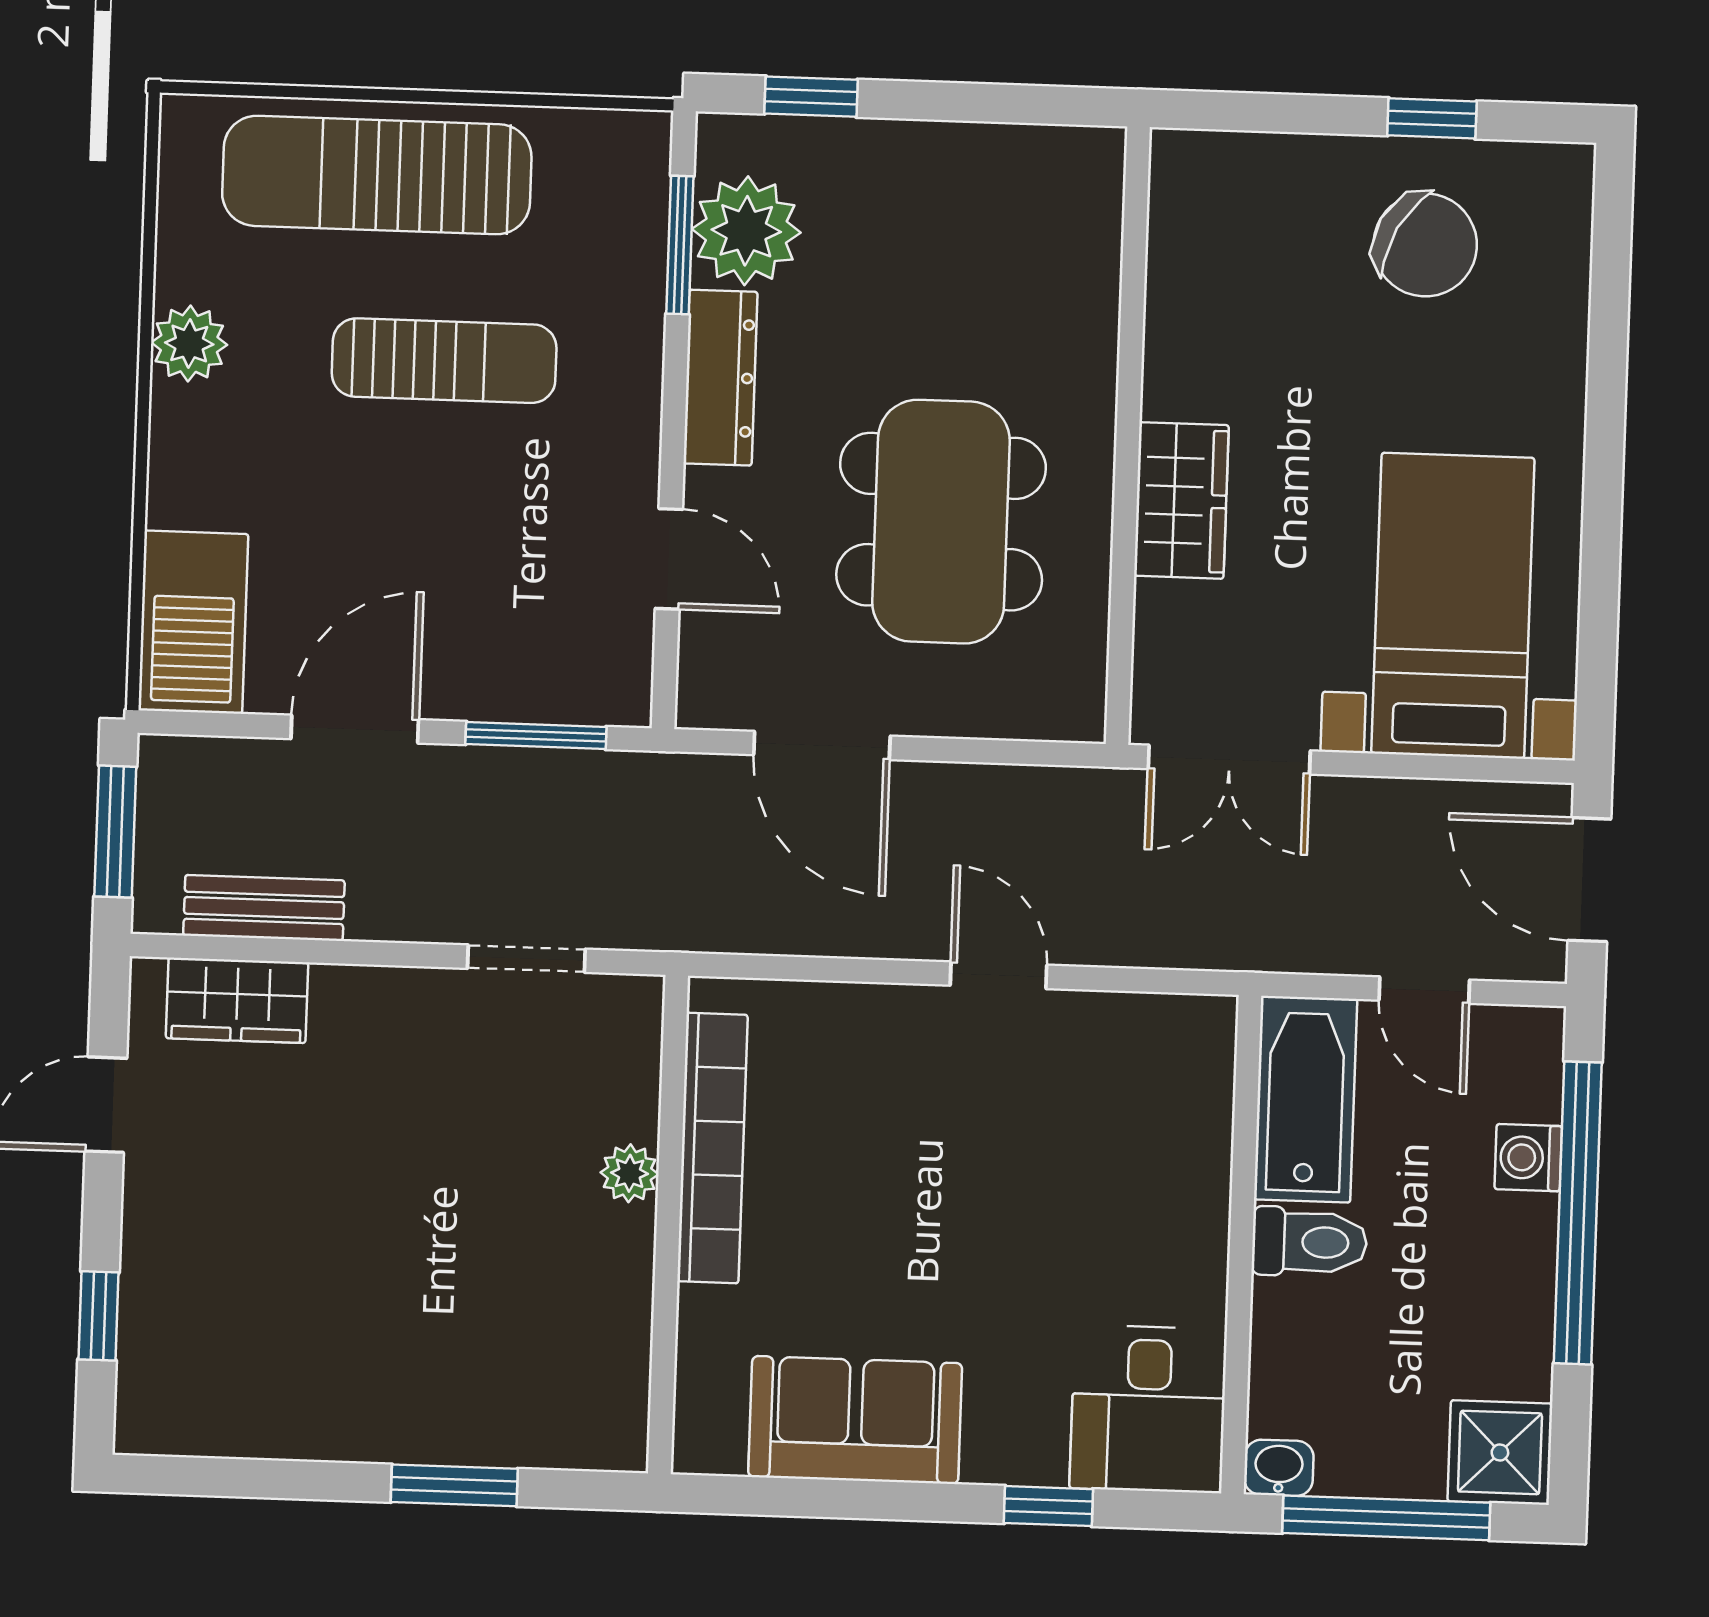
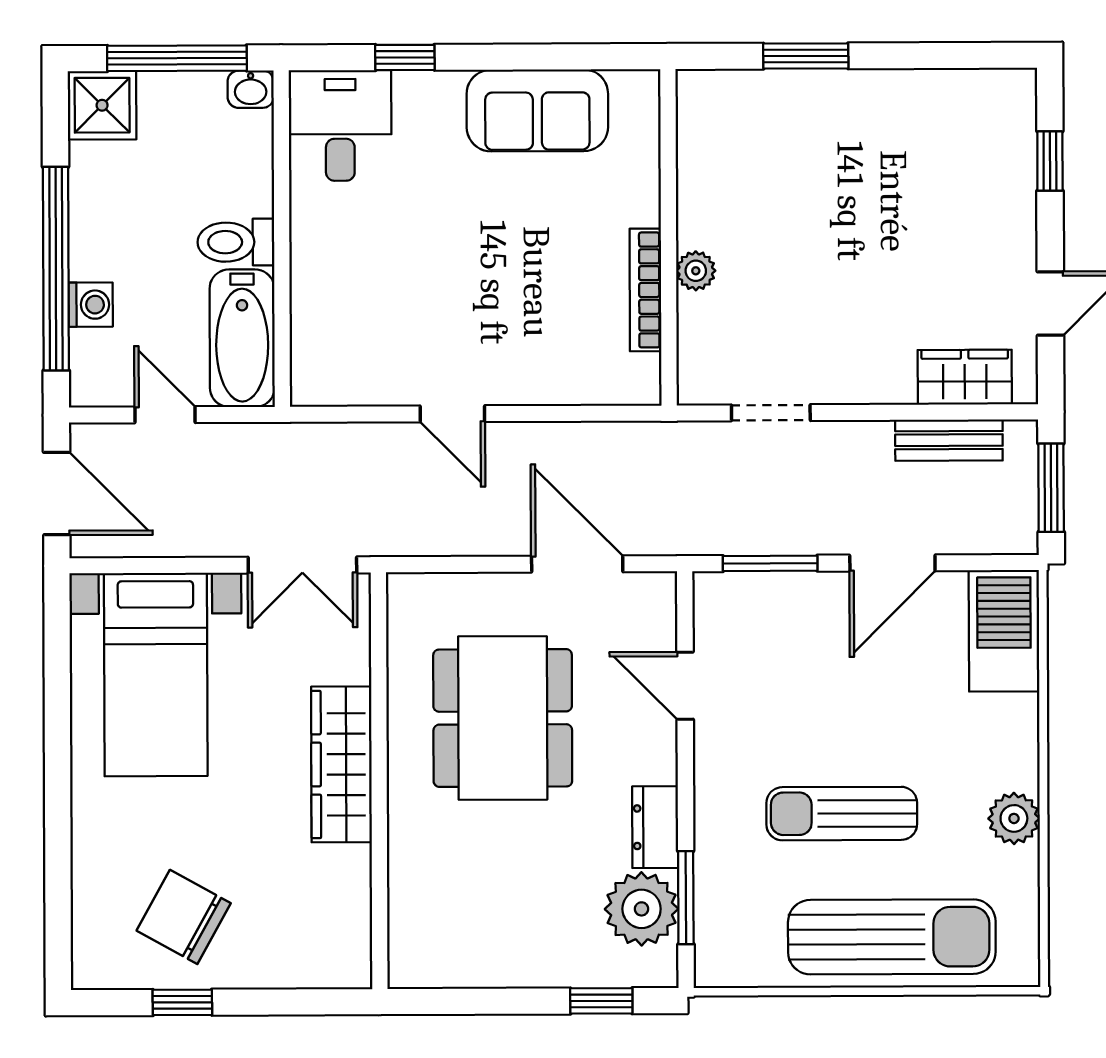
dresser: (721, 378) -> (655, 827), width x0.70
wardrobe: (1181, 500) -> (341, 764), width x1.50
double door: (1229, 760) -> (302, 565), swing flipped
bookcase: (712, 1148) -> (645, 290), width x0.68, depth x0.76

